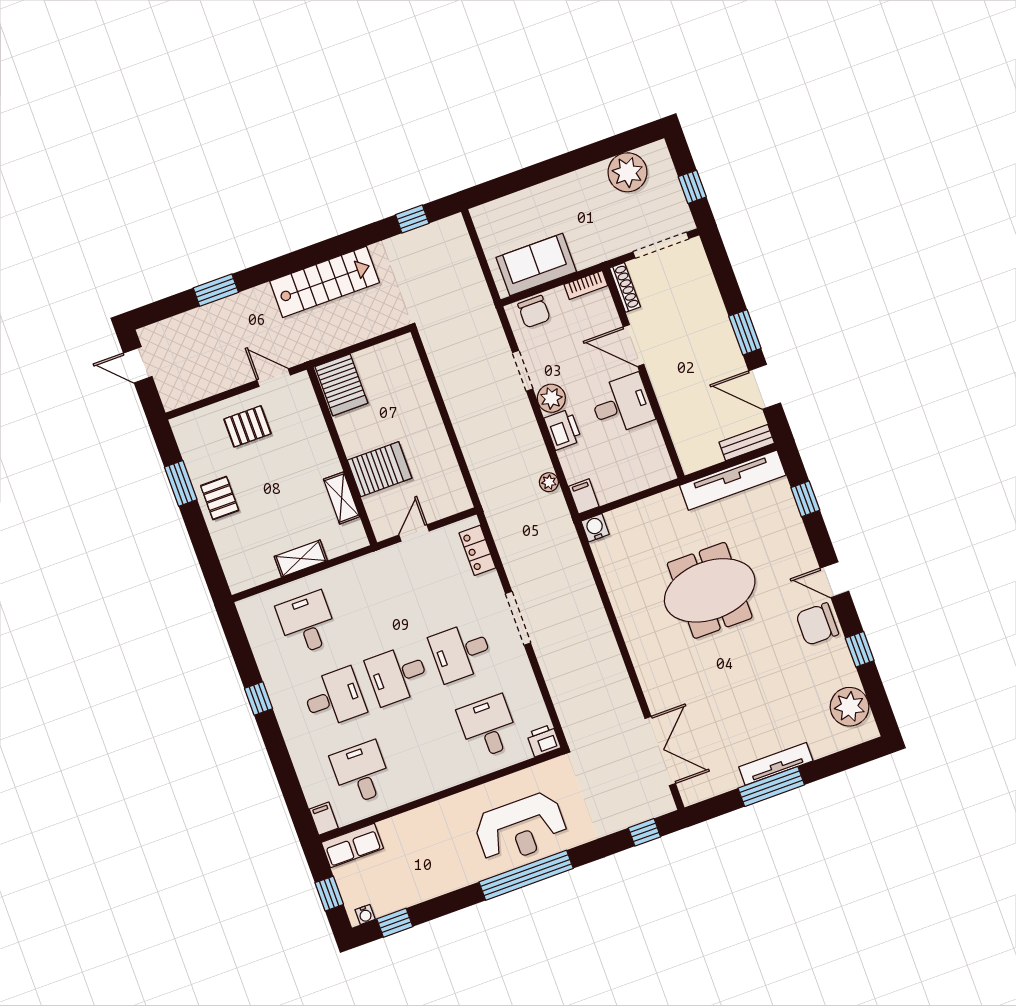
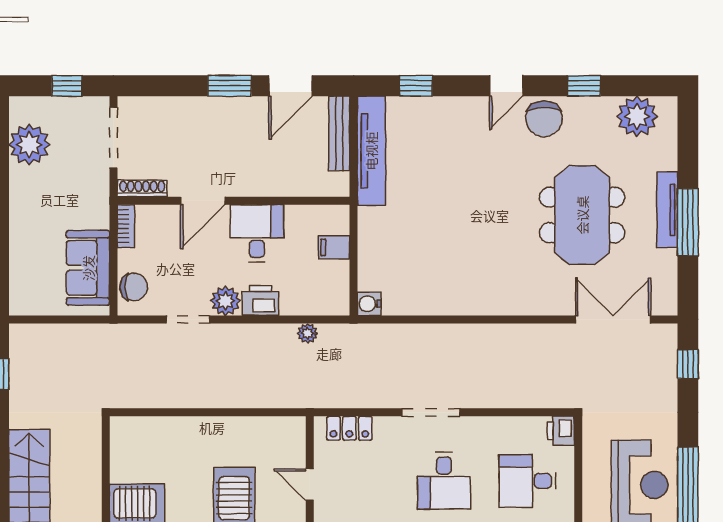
bench: (747, 443) -> (339, 133), width x1.36
filing cabinet: (584, 496) -> (334, 247), moved
meeting table: (710, 590) -> (582, 215), moved

